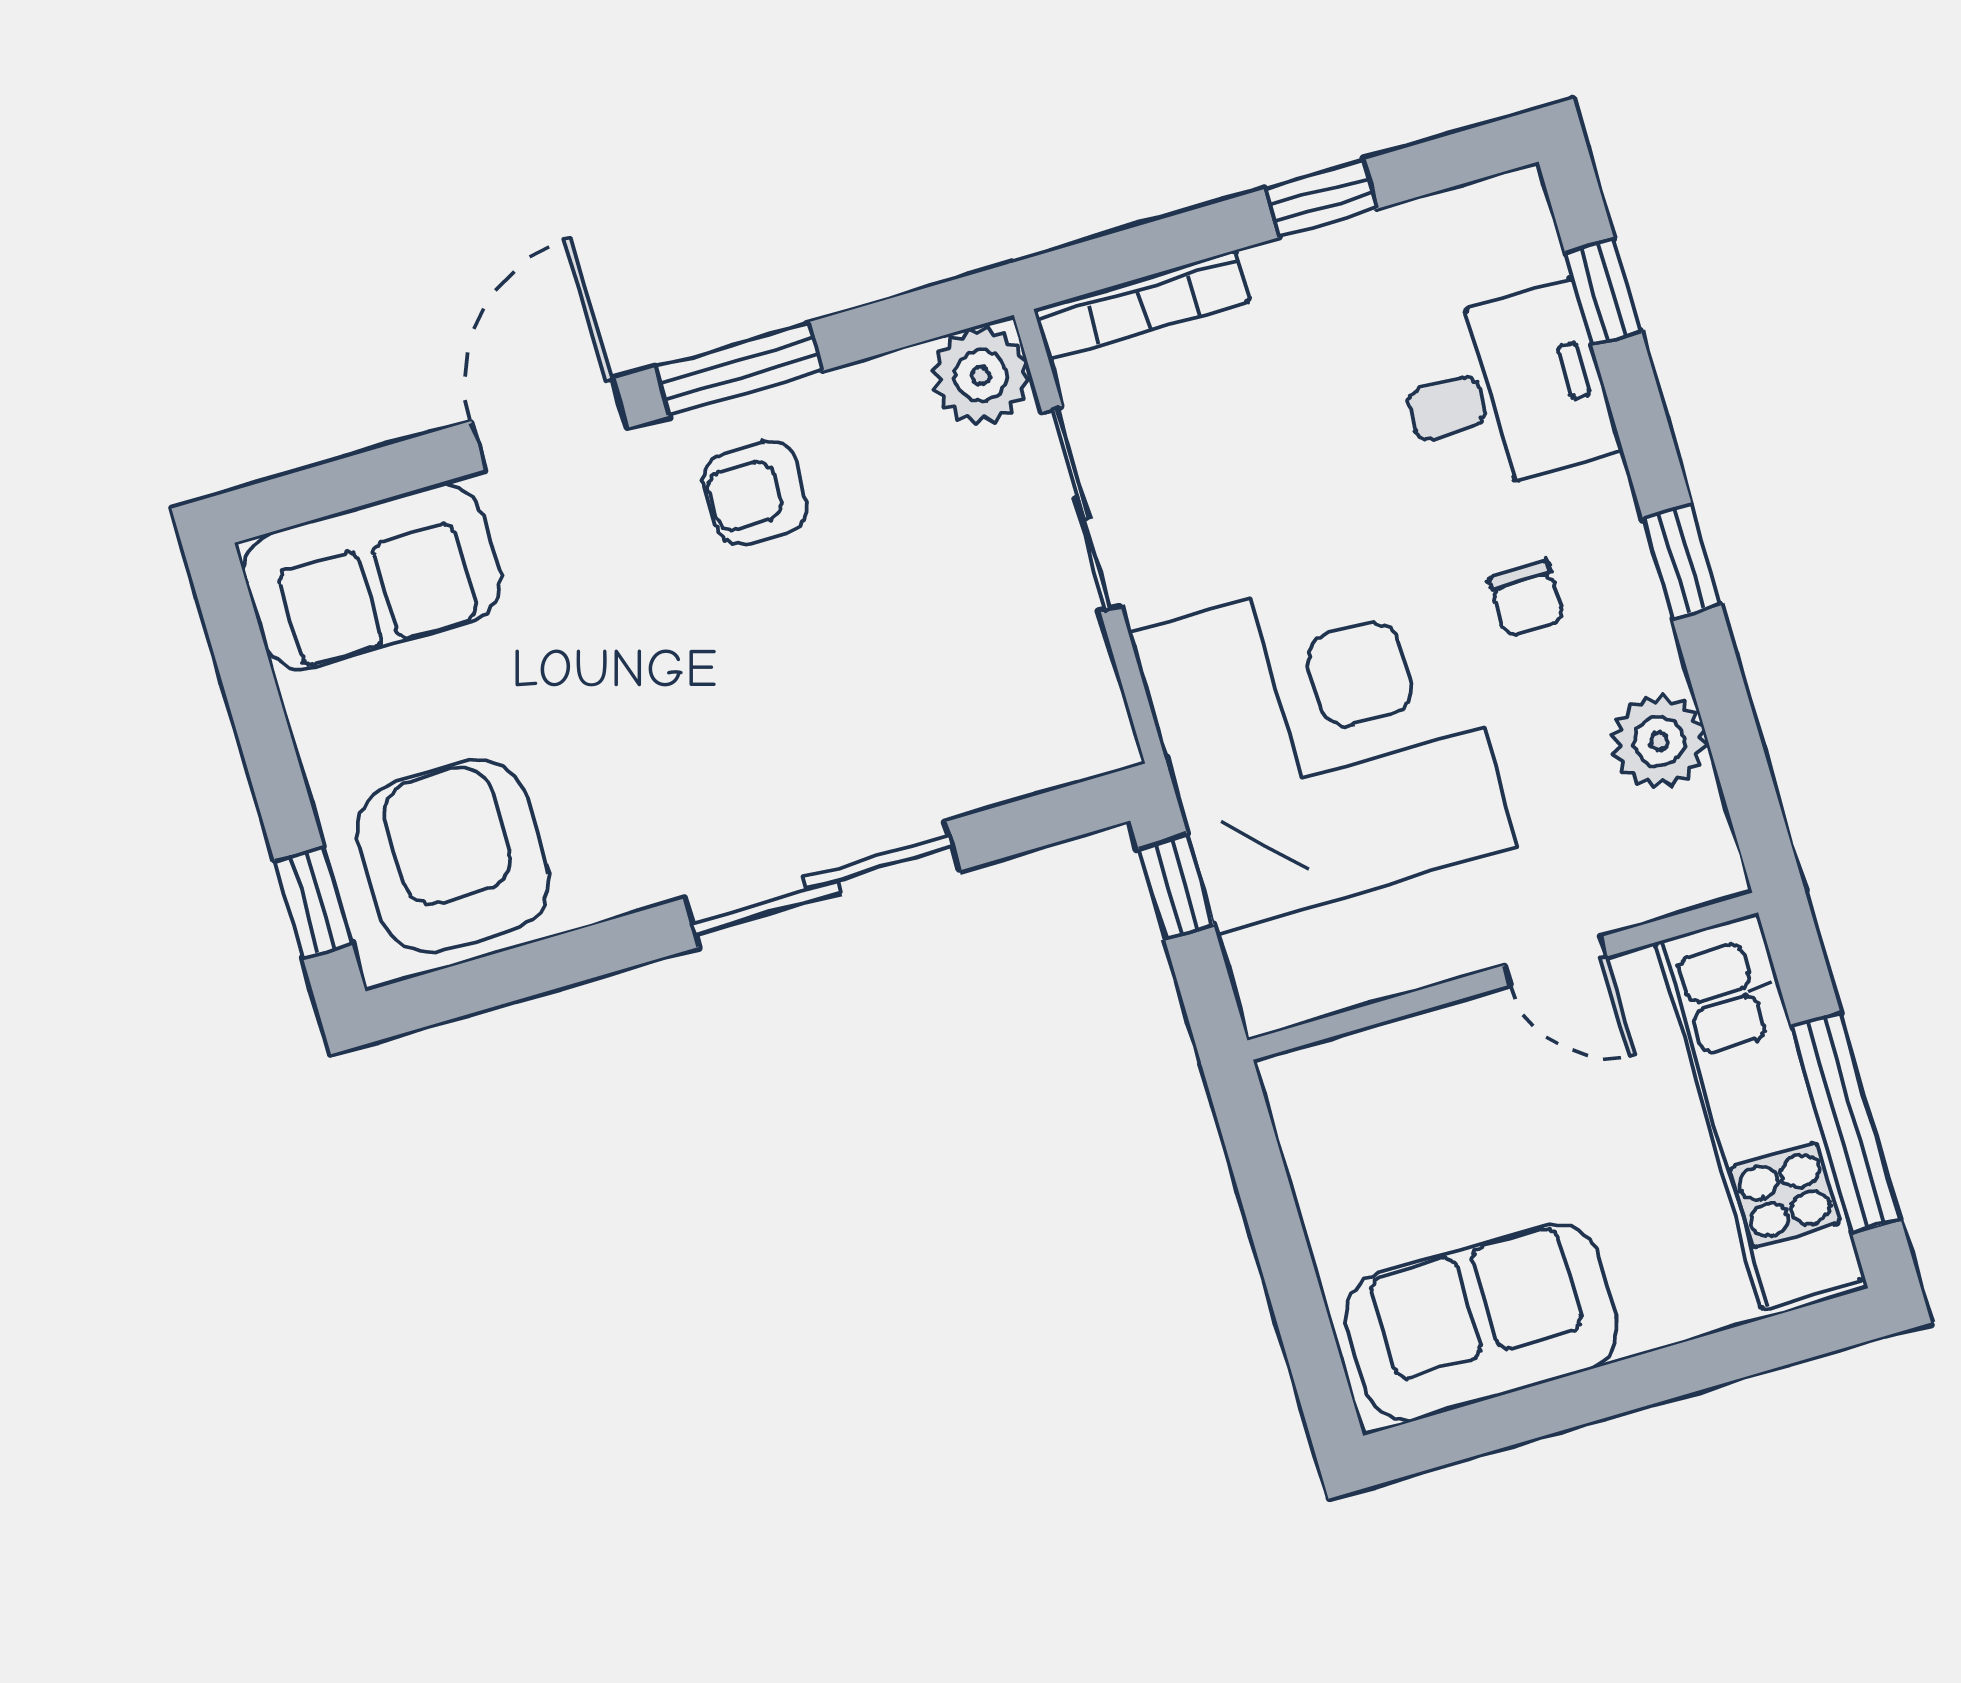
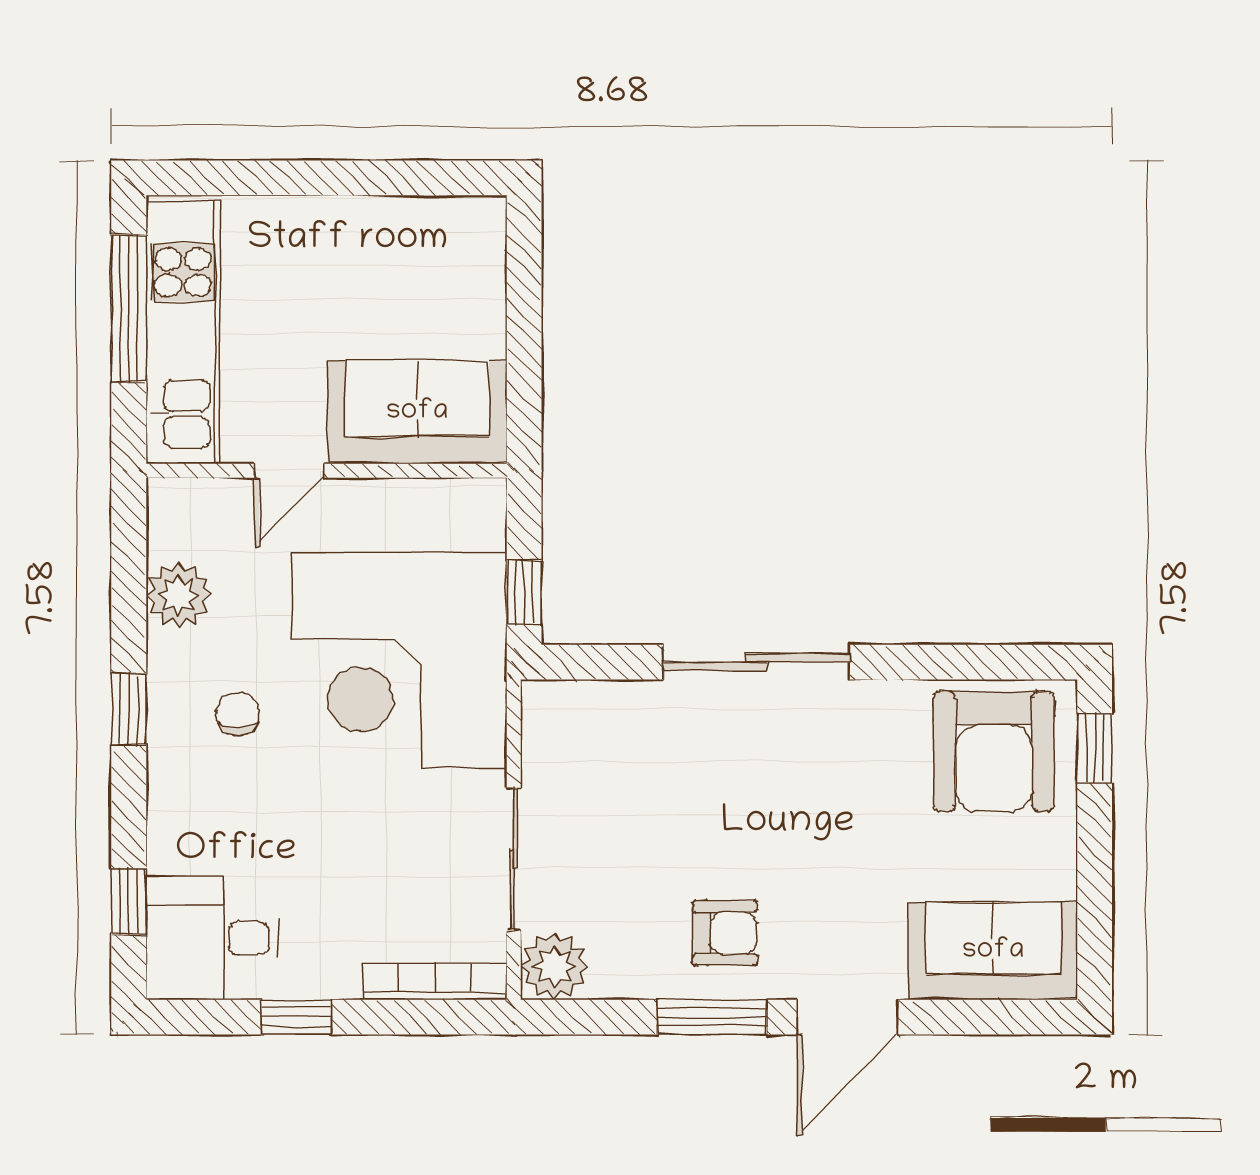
desk: (1505, 391) -> (213, 938), moved
door: (1556, 961) -> (289, 471), swing flipped
sofa: (1482, 1322) -> (417, 412), moved, turned 180

